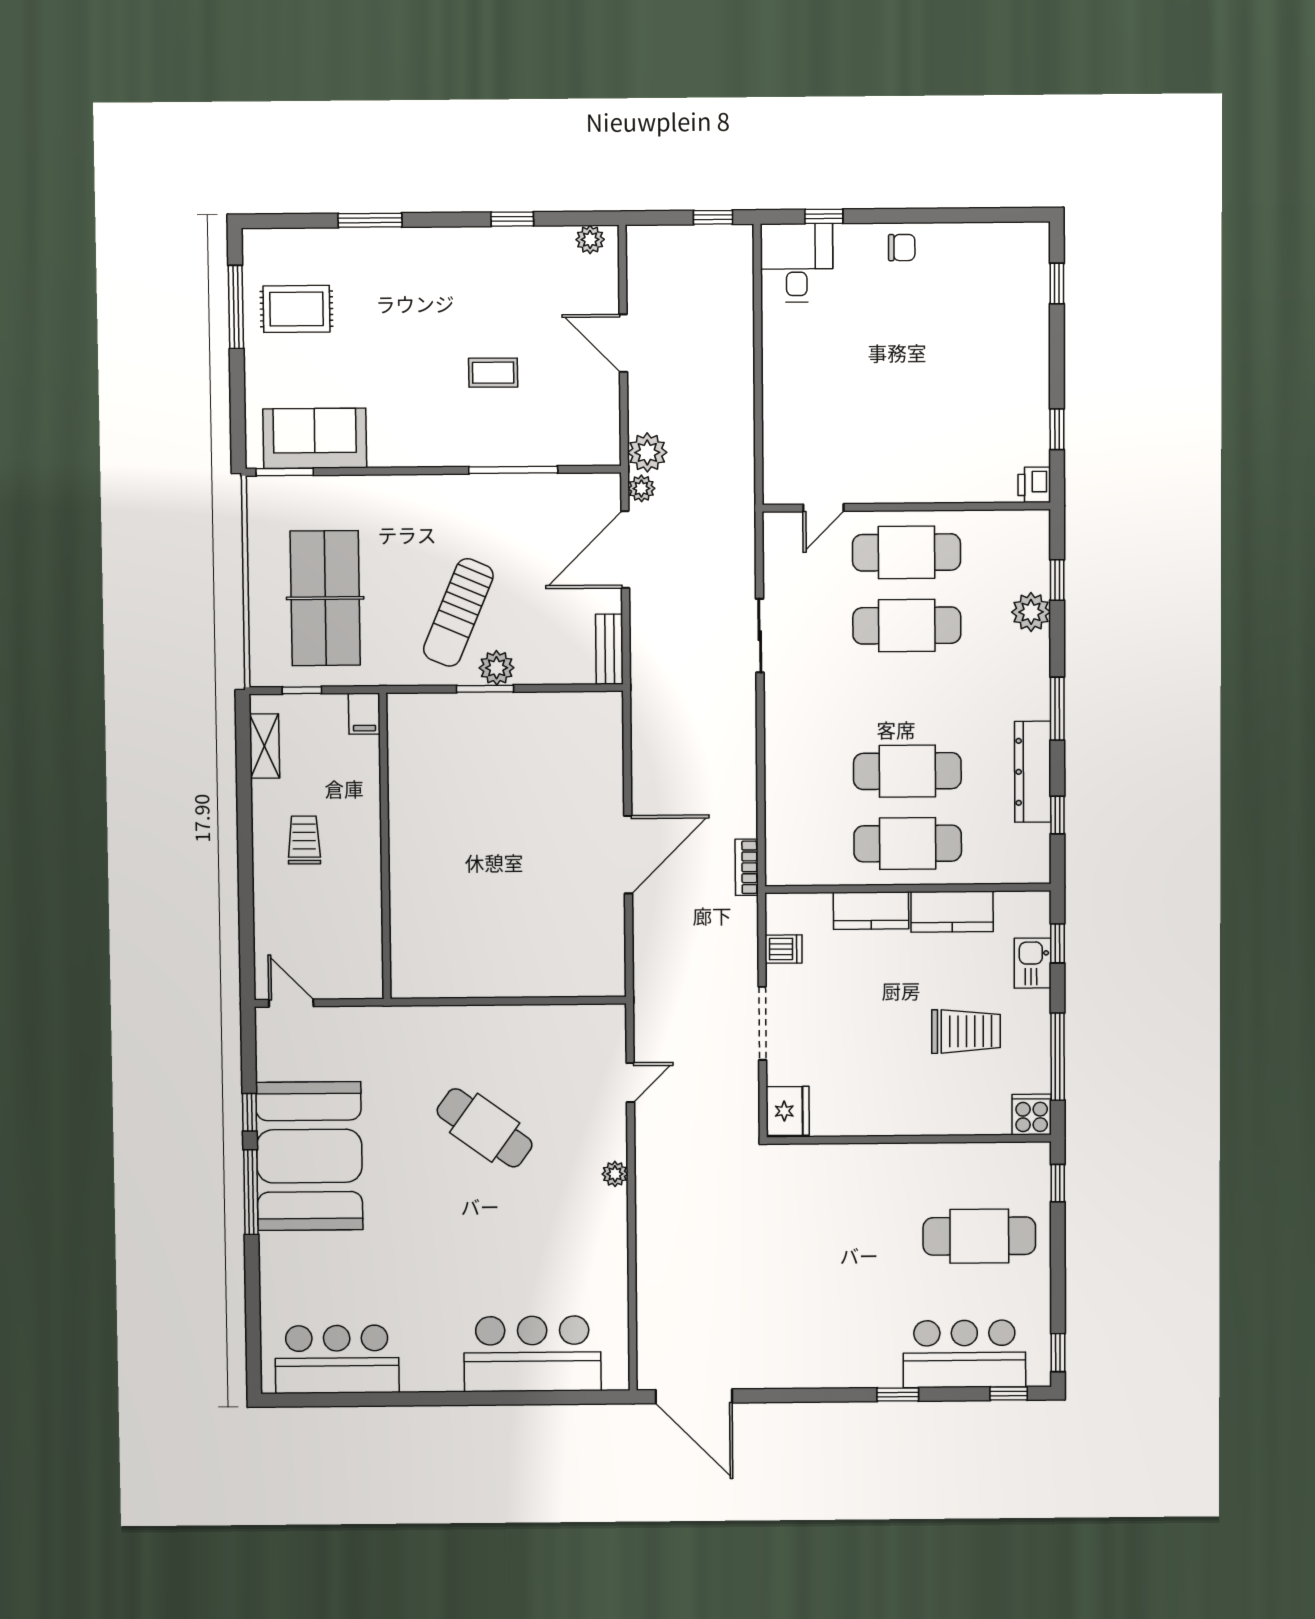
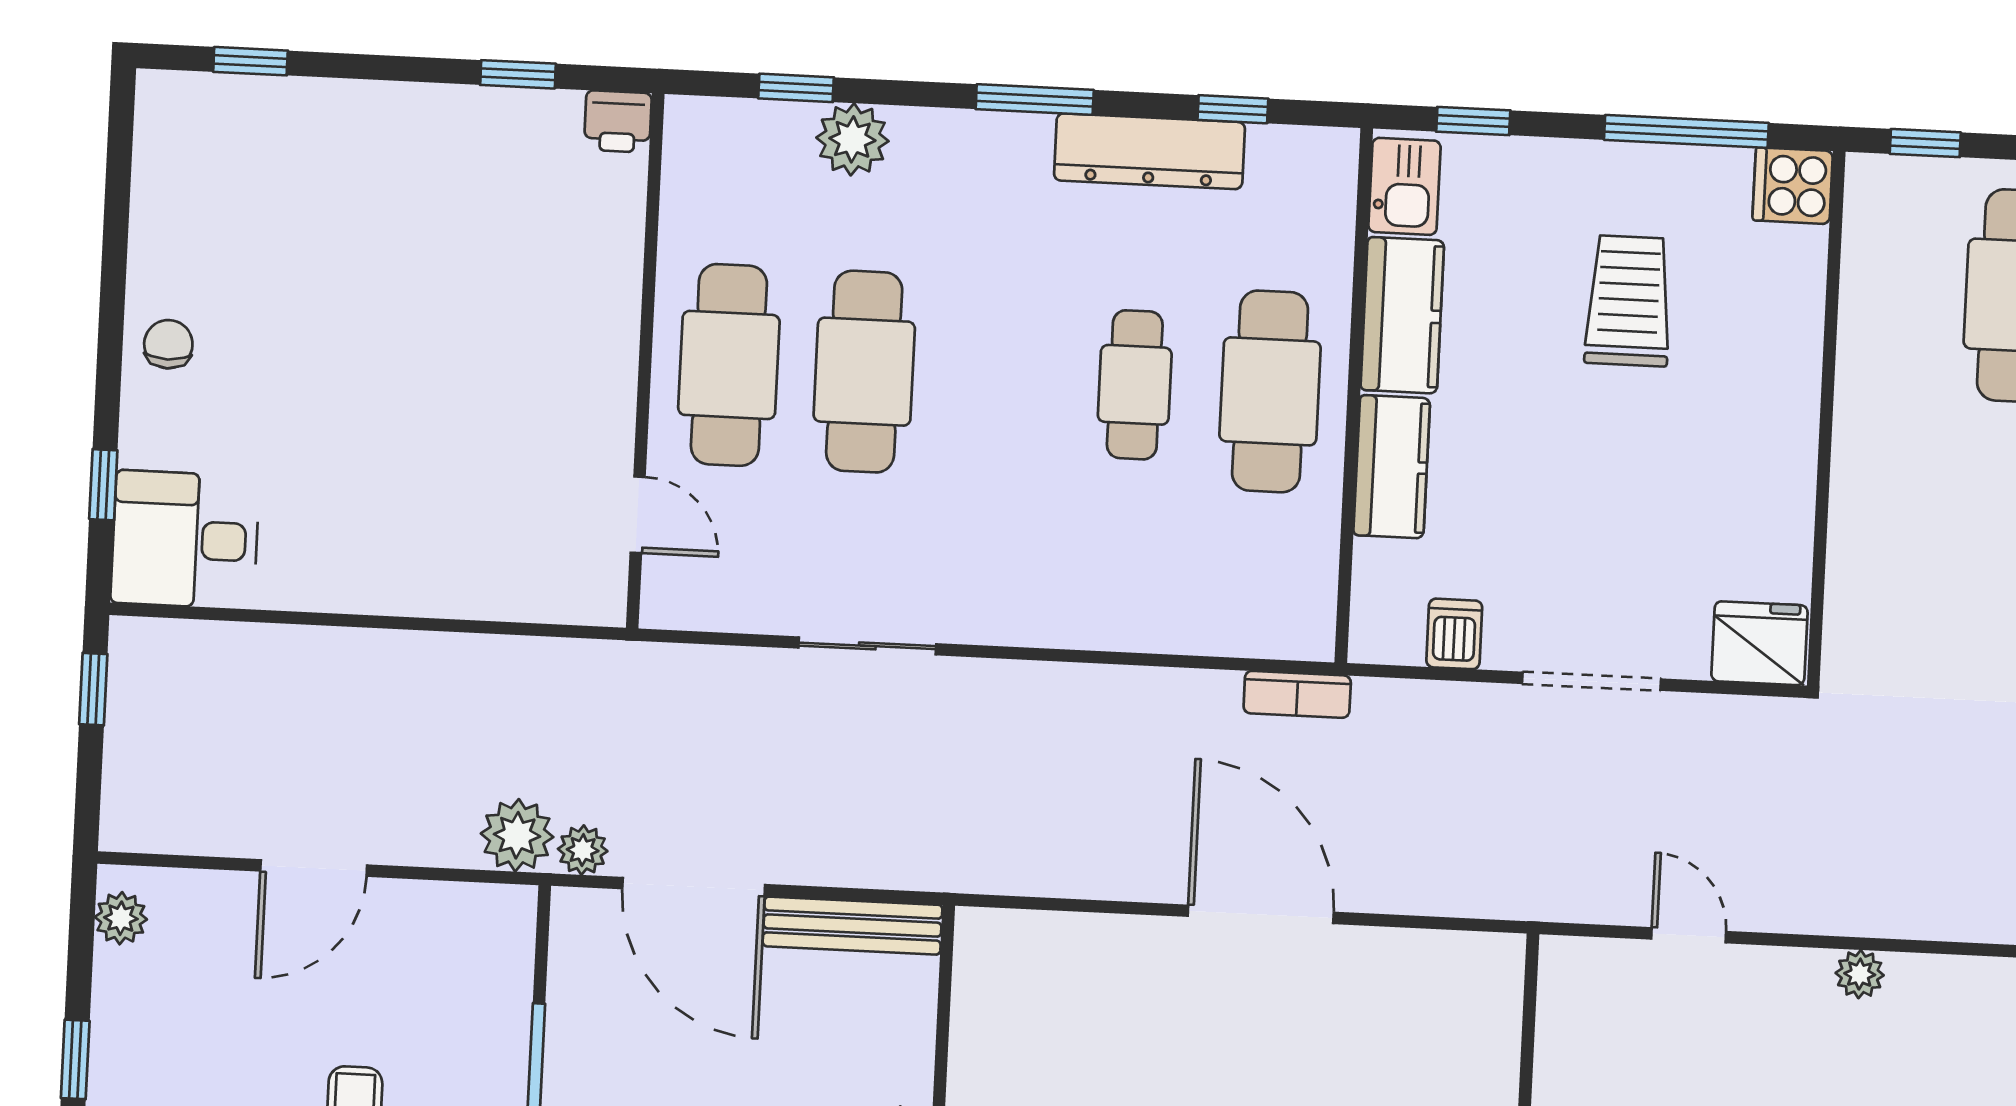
bench: (609, 649) -> (853, 926), width x1.36
cafe table: (907, 771) -> (1135, 385), width x0.73, depth x0.74
kitchen sink: (1033, 963) -> (1404, 186), moved, turned -90

